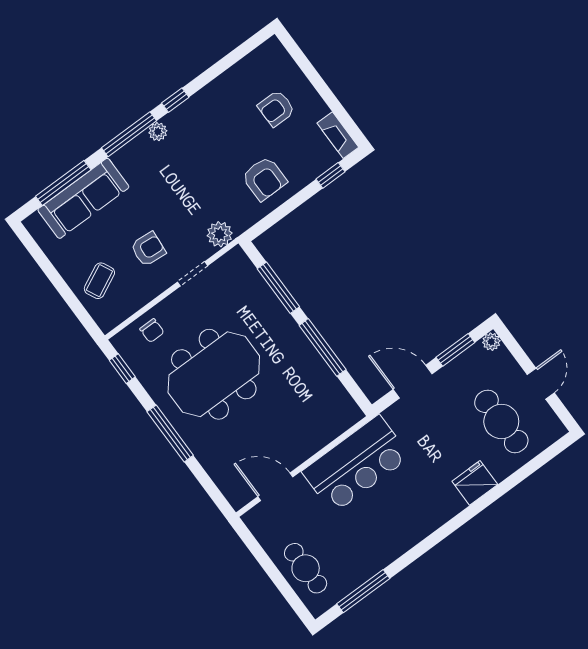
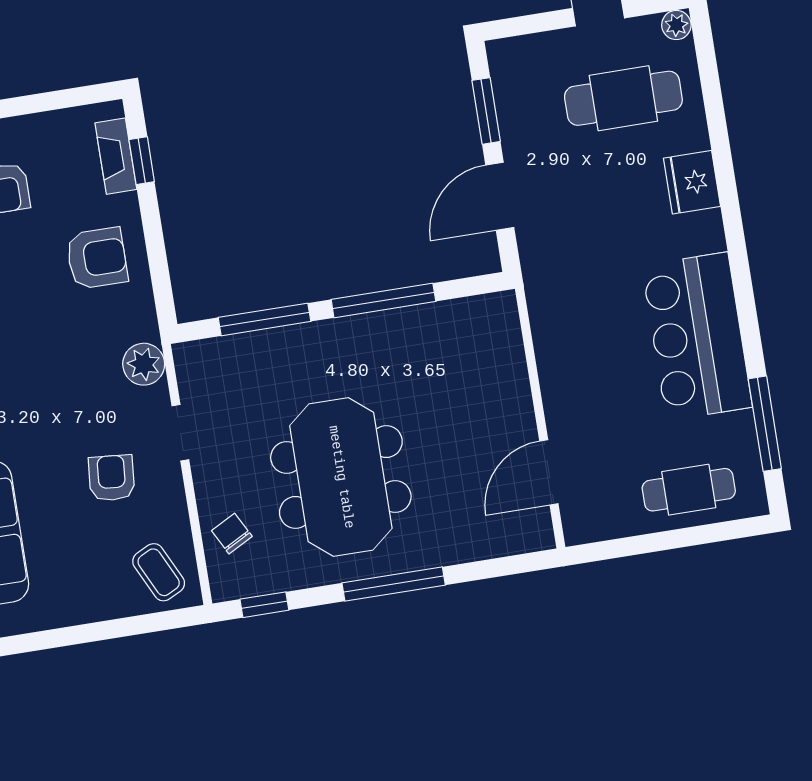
fireplace: (338, 135) -> (116, 156), moved, turned 90
coffee table: (99, 281) -> (159, 572), moved
chair: (152, 331) -> (232, 534), turned -118
plant: (491, 342) -> (676, 25), moved
bar counter: (356, 464) -> (697, 336), moved, turned 180

